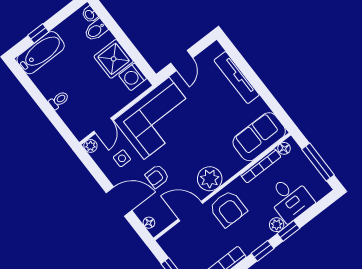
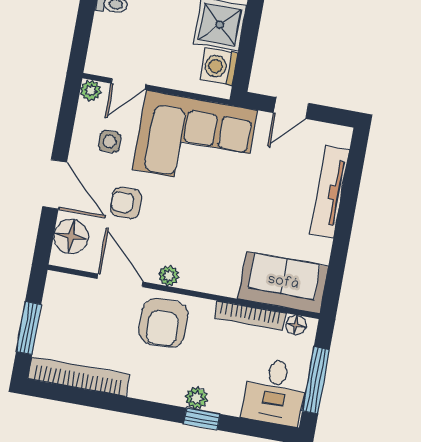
plant: (210, 179) -> (169, 276), width x0.53, depth x0.53
desk: (290, 199) -> (275, 392), moved
floor lamp: (149, 223) -> (71, 236), width x1.89, depth x1.89
window: (263, 251) -> (150, 409), removed

